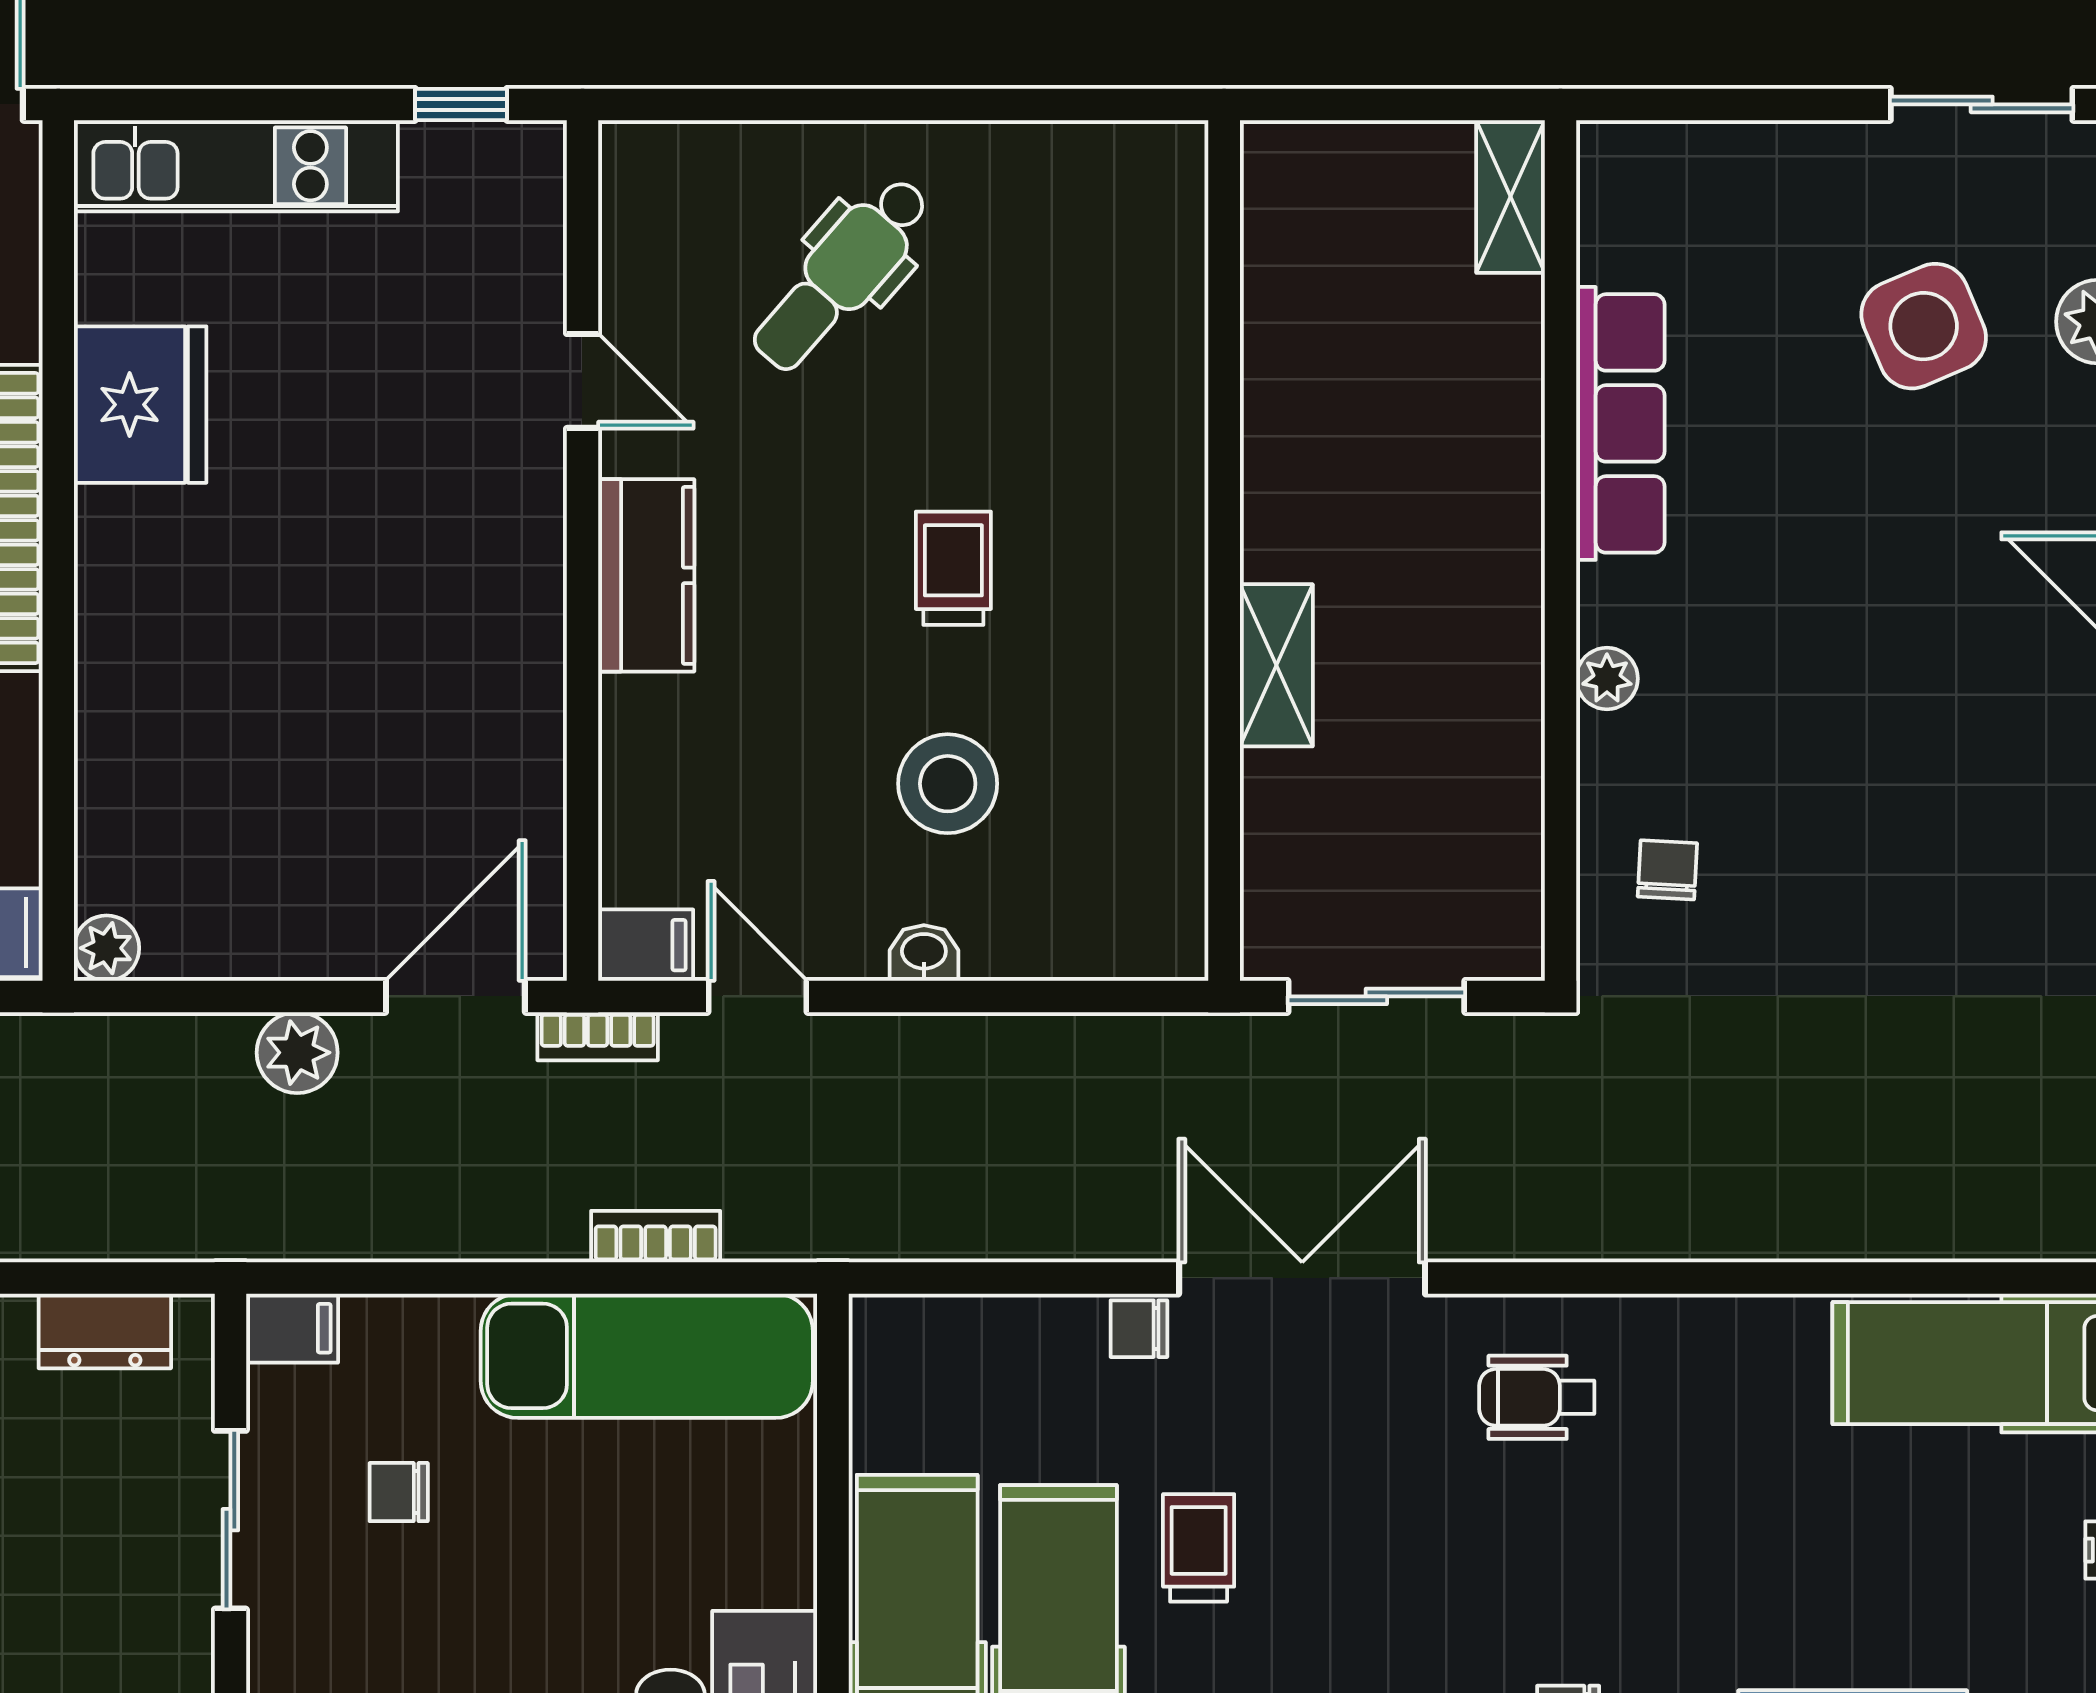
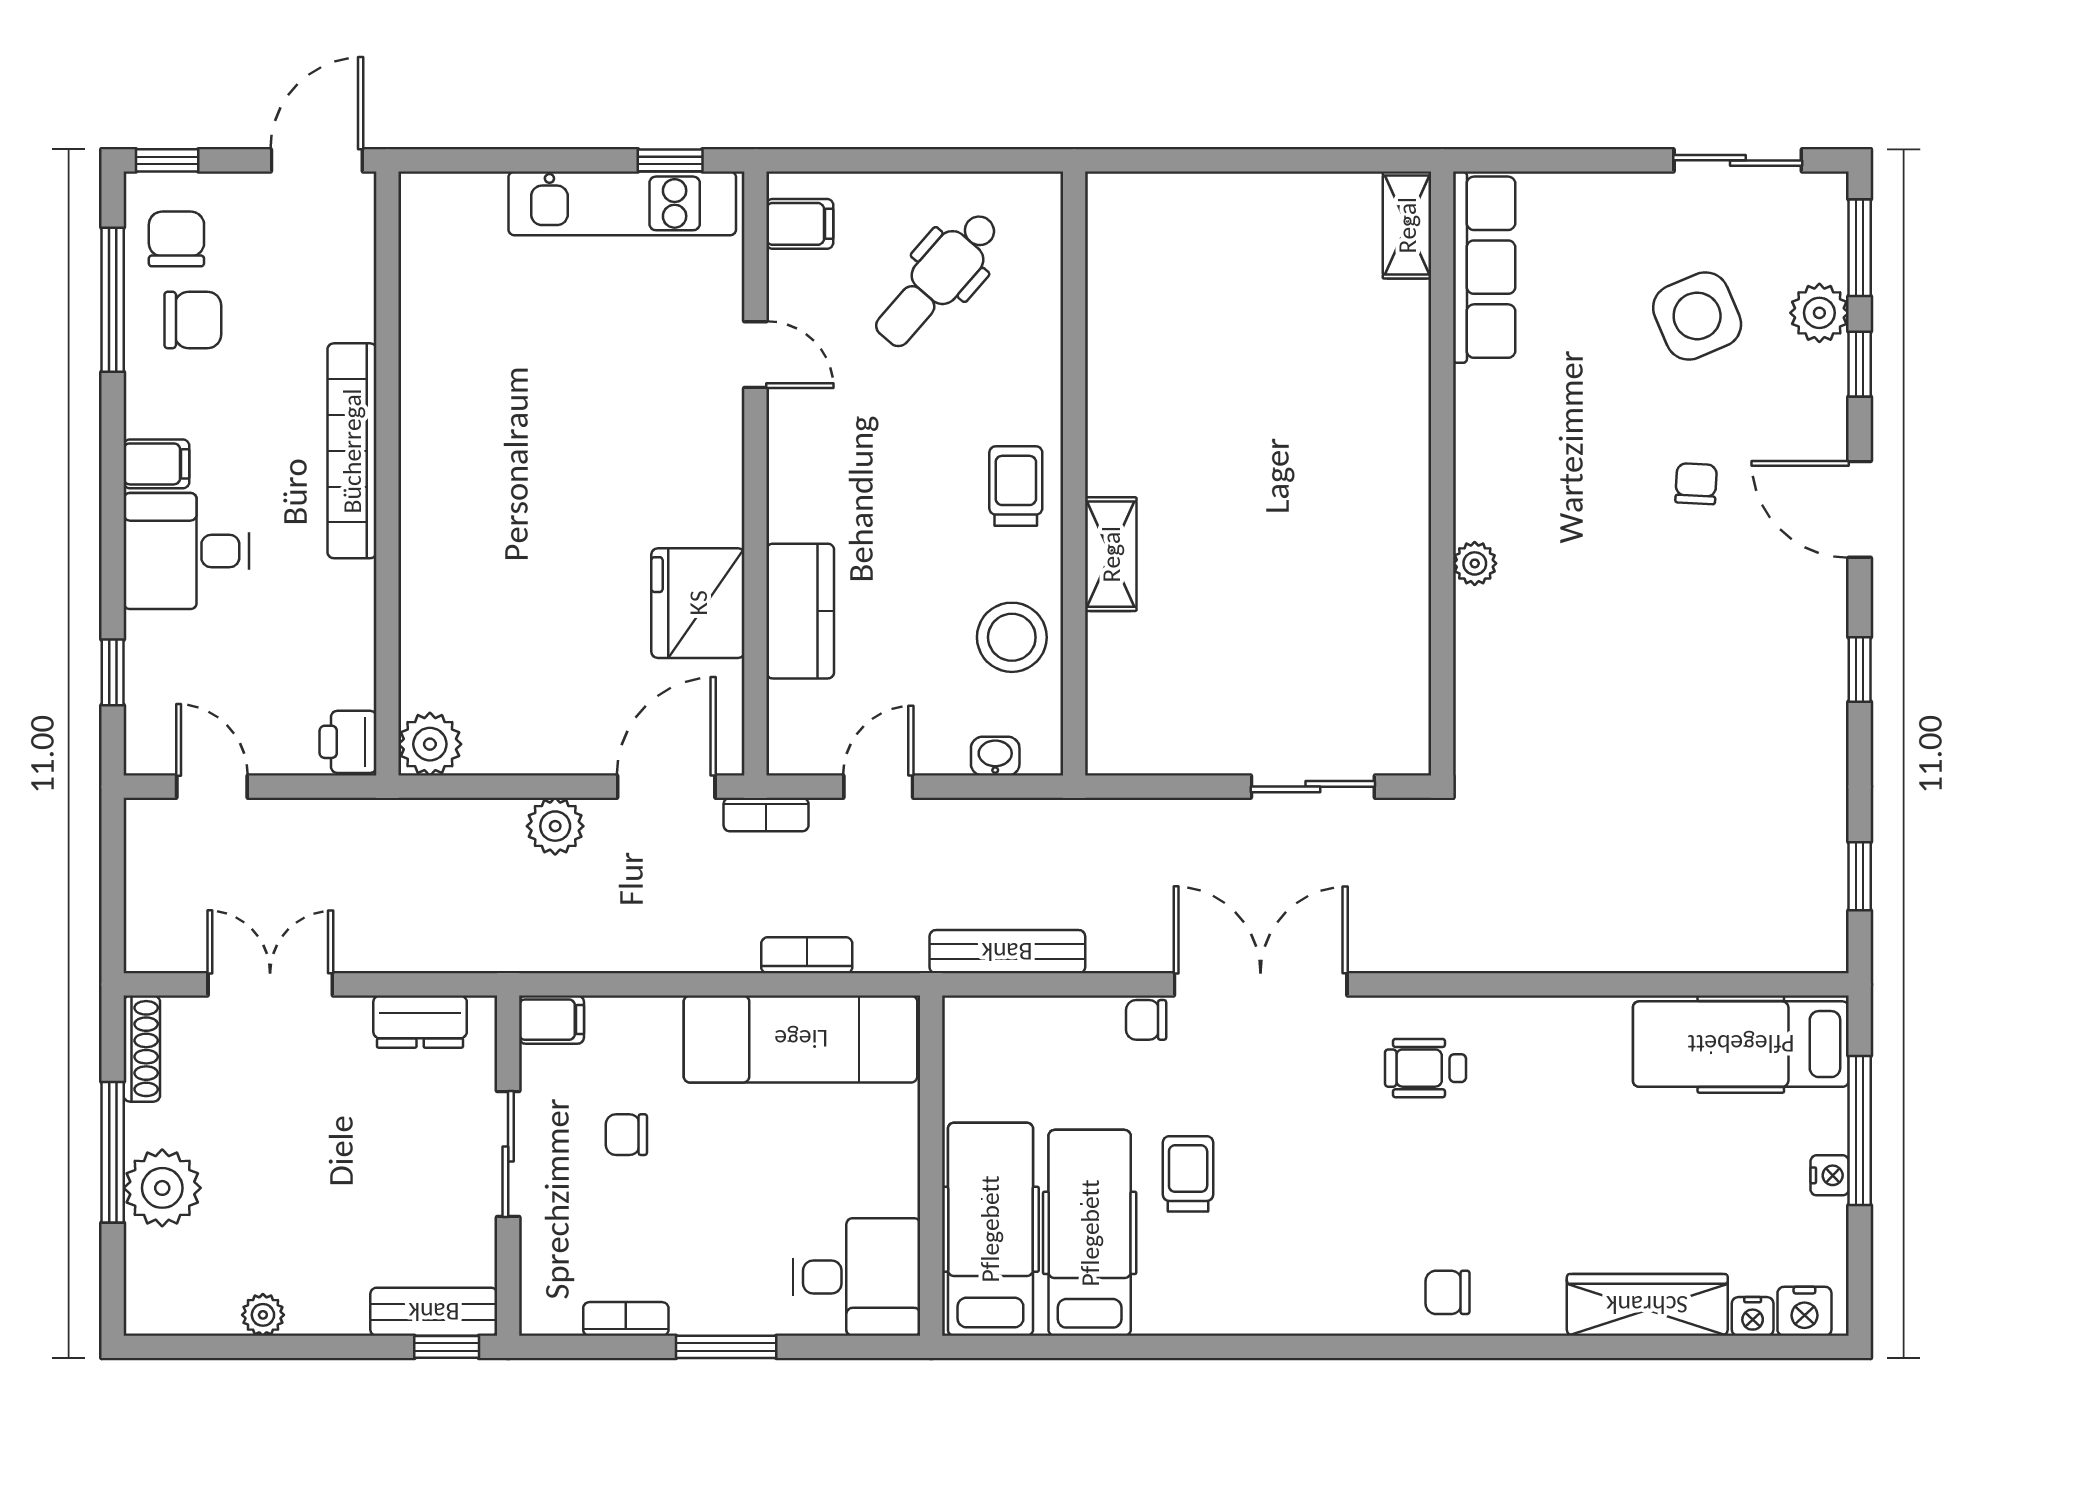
kitchen unit: (236, 166) -> (622, 203), moved
fridge: (140, 405) -> (698, 603), moved, turned 180
row of seats: (1620, 423) -> (1484, 267), moved
wall: (1224, 550) -> (1074, 473), moved
kitchen counter: (646, 575) -> (800, 611), moved
shelving: (1276, 665) -> (1111, 554), moved
chair: (1667, 870) -> (1696, 484), moved
filing cabinet: (646, 945) -> (800, 224), moved
plant: (107, 948) -> (430, 744), width x1.38, depth x1.38
door: (757, 996) -> (878, 787), hinge flipped
bench: (941, 1231) -> (1007, 952), added

